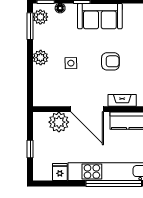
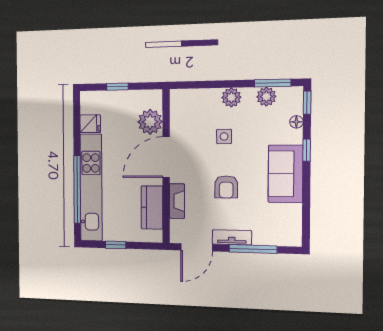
plant: (40, 17) -> (266, 97), moved

